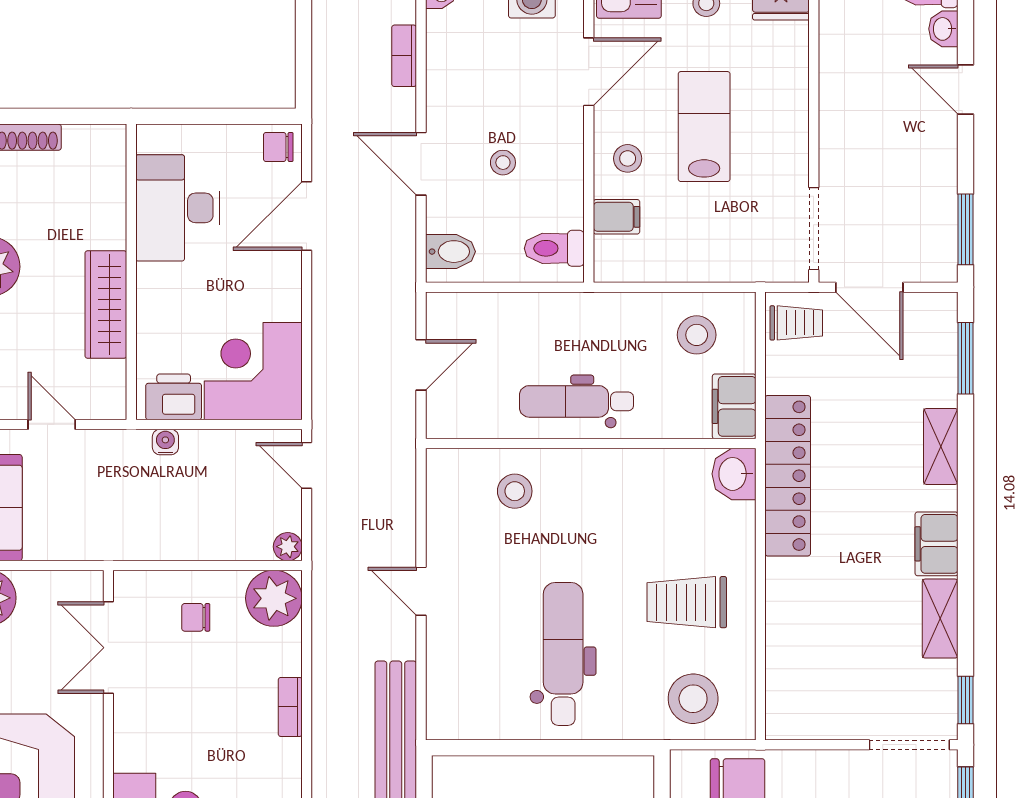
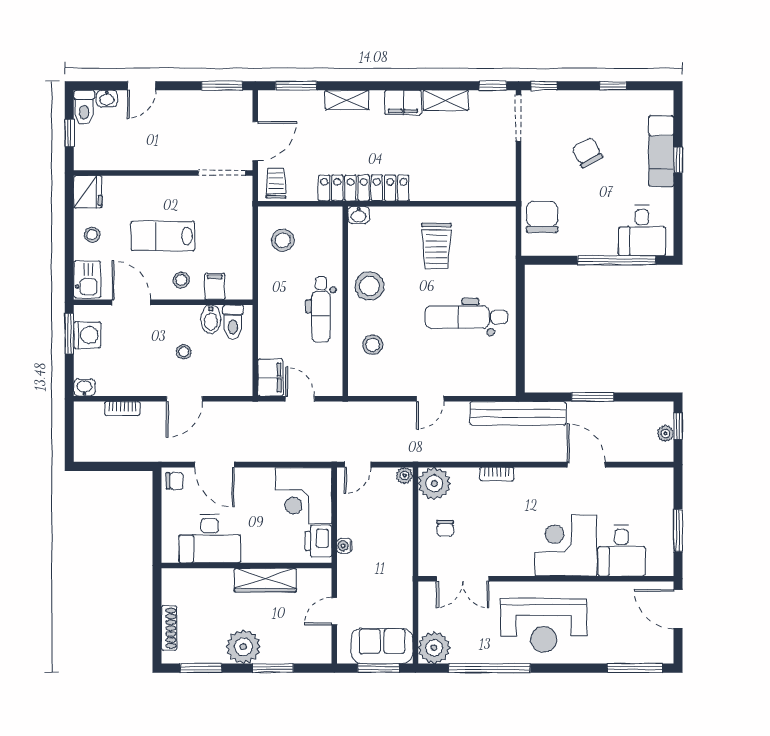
chair: (278, 147) -> (175, 481), turned -90
bidet: (450, 252) -> (211, 319), moved, turned 180
filing cabinet: (734, 406) -> (270, 377), moved, turned -90
washbasin: (734, 474) -> (359, 215), width x0.72, depth x0.69
stool: (693, 699) -> (369, 286), moved

